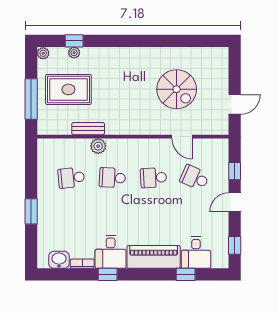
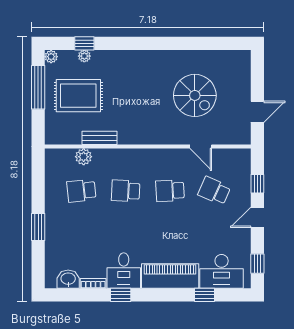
window: (31, 99) -> (38, 87), moved
plant: (98, 146) -> (84, 157), moved
desk: (196, 253) -> (222, 271), width x1.37

